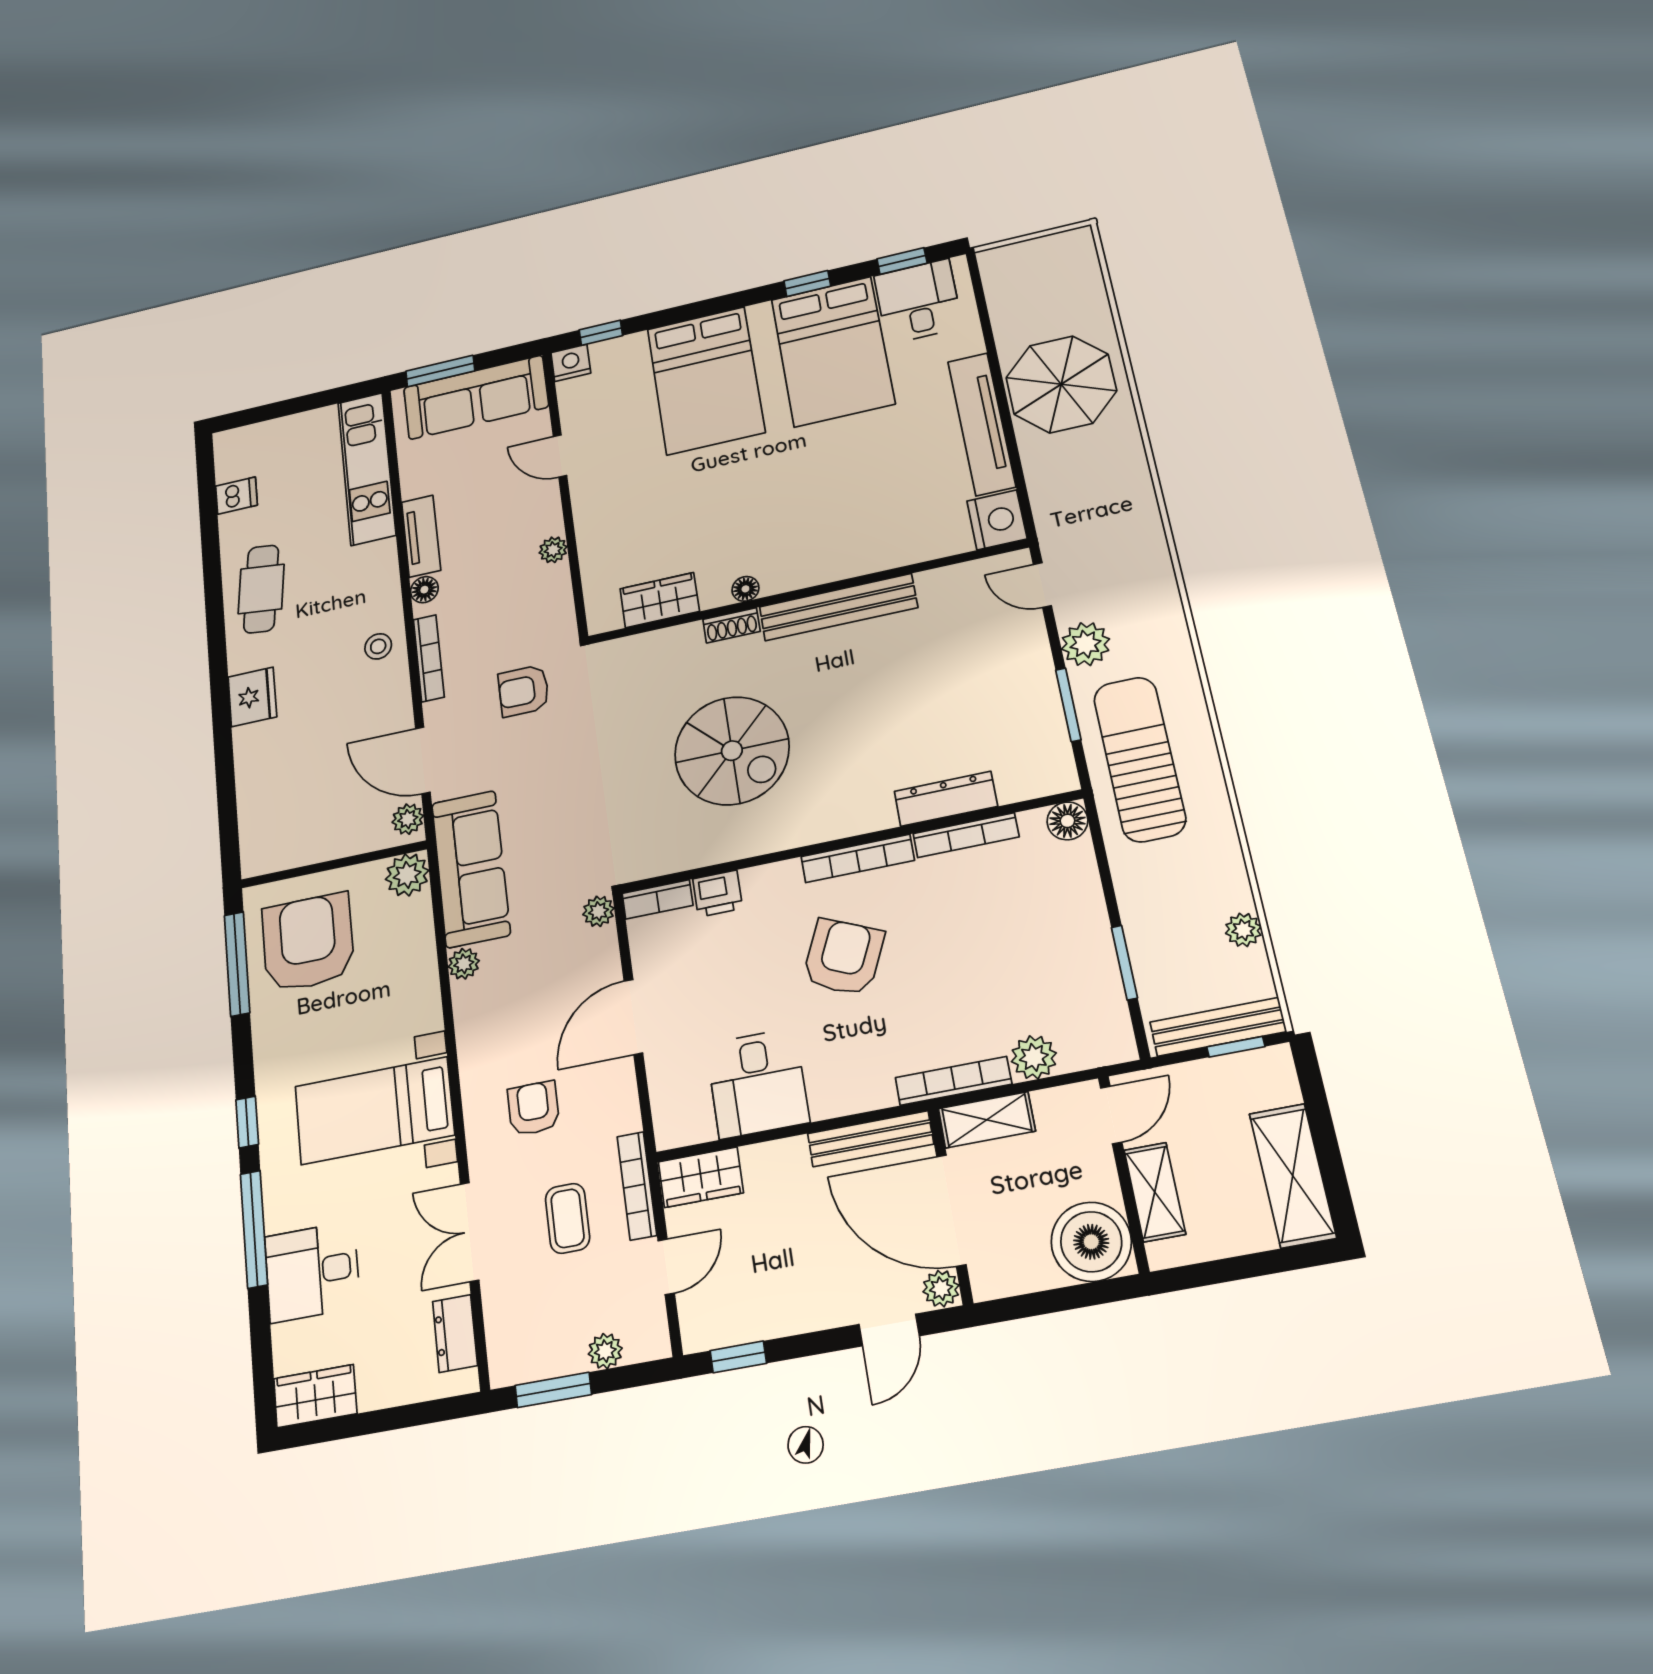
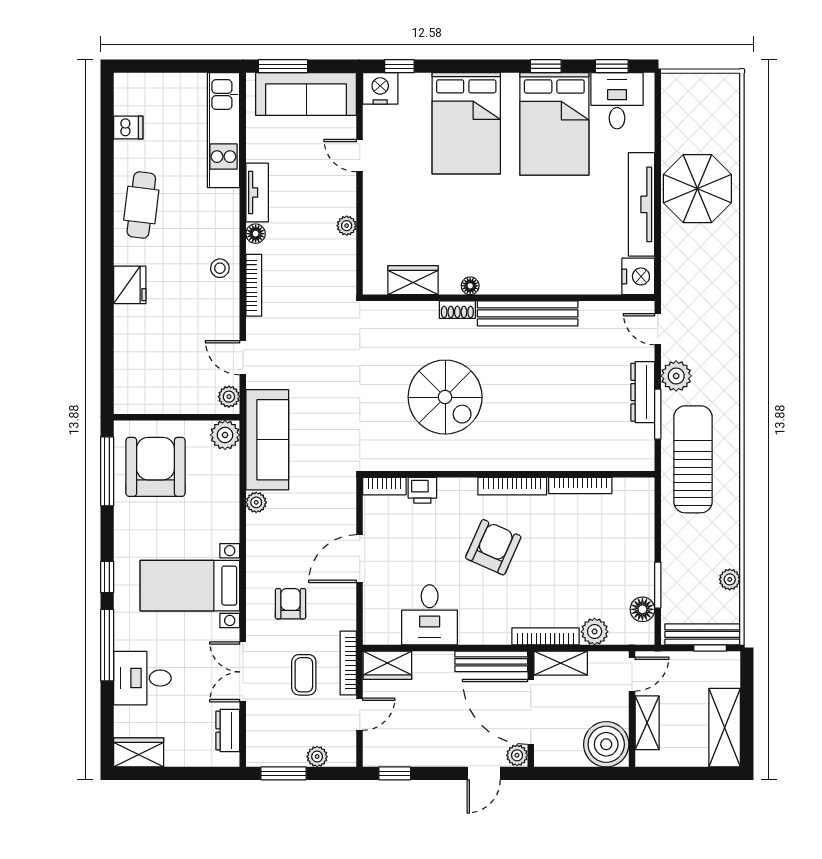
nightstand: (571, 363) -> (380, 88), width x1.36, depth x1.33
armchair: (524, 691) -> (315, 324), removed
door: (423, 760) -> (243, 358), width x0.73
dresser: (946, 799) -> (643, 392), moved, turned -90
floor lamp: (1067, 821) -> (642, 609), moved
plant: (598, 911) -> (346, 486), removed

